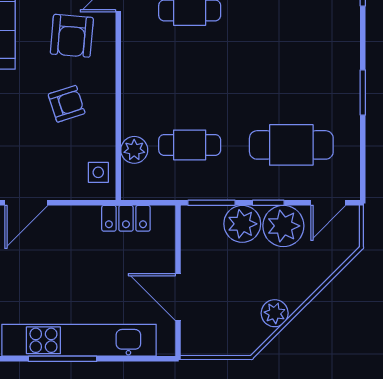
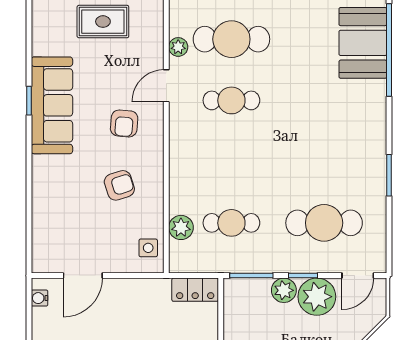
armchair: (72, 36) -> (124, 123), width x0.72, depth x0.72
locker: (126, 218) -> (195, 290), moved
plant: (242, 224) -> (284, 290), width x0.73, depth x0.73

